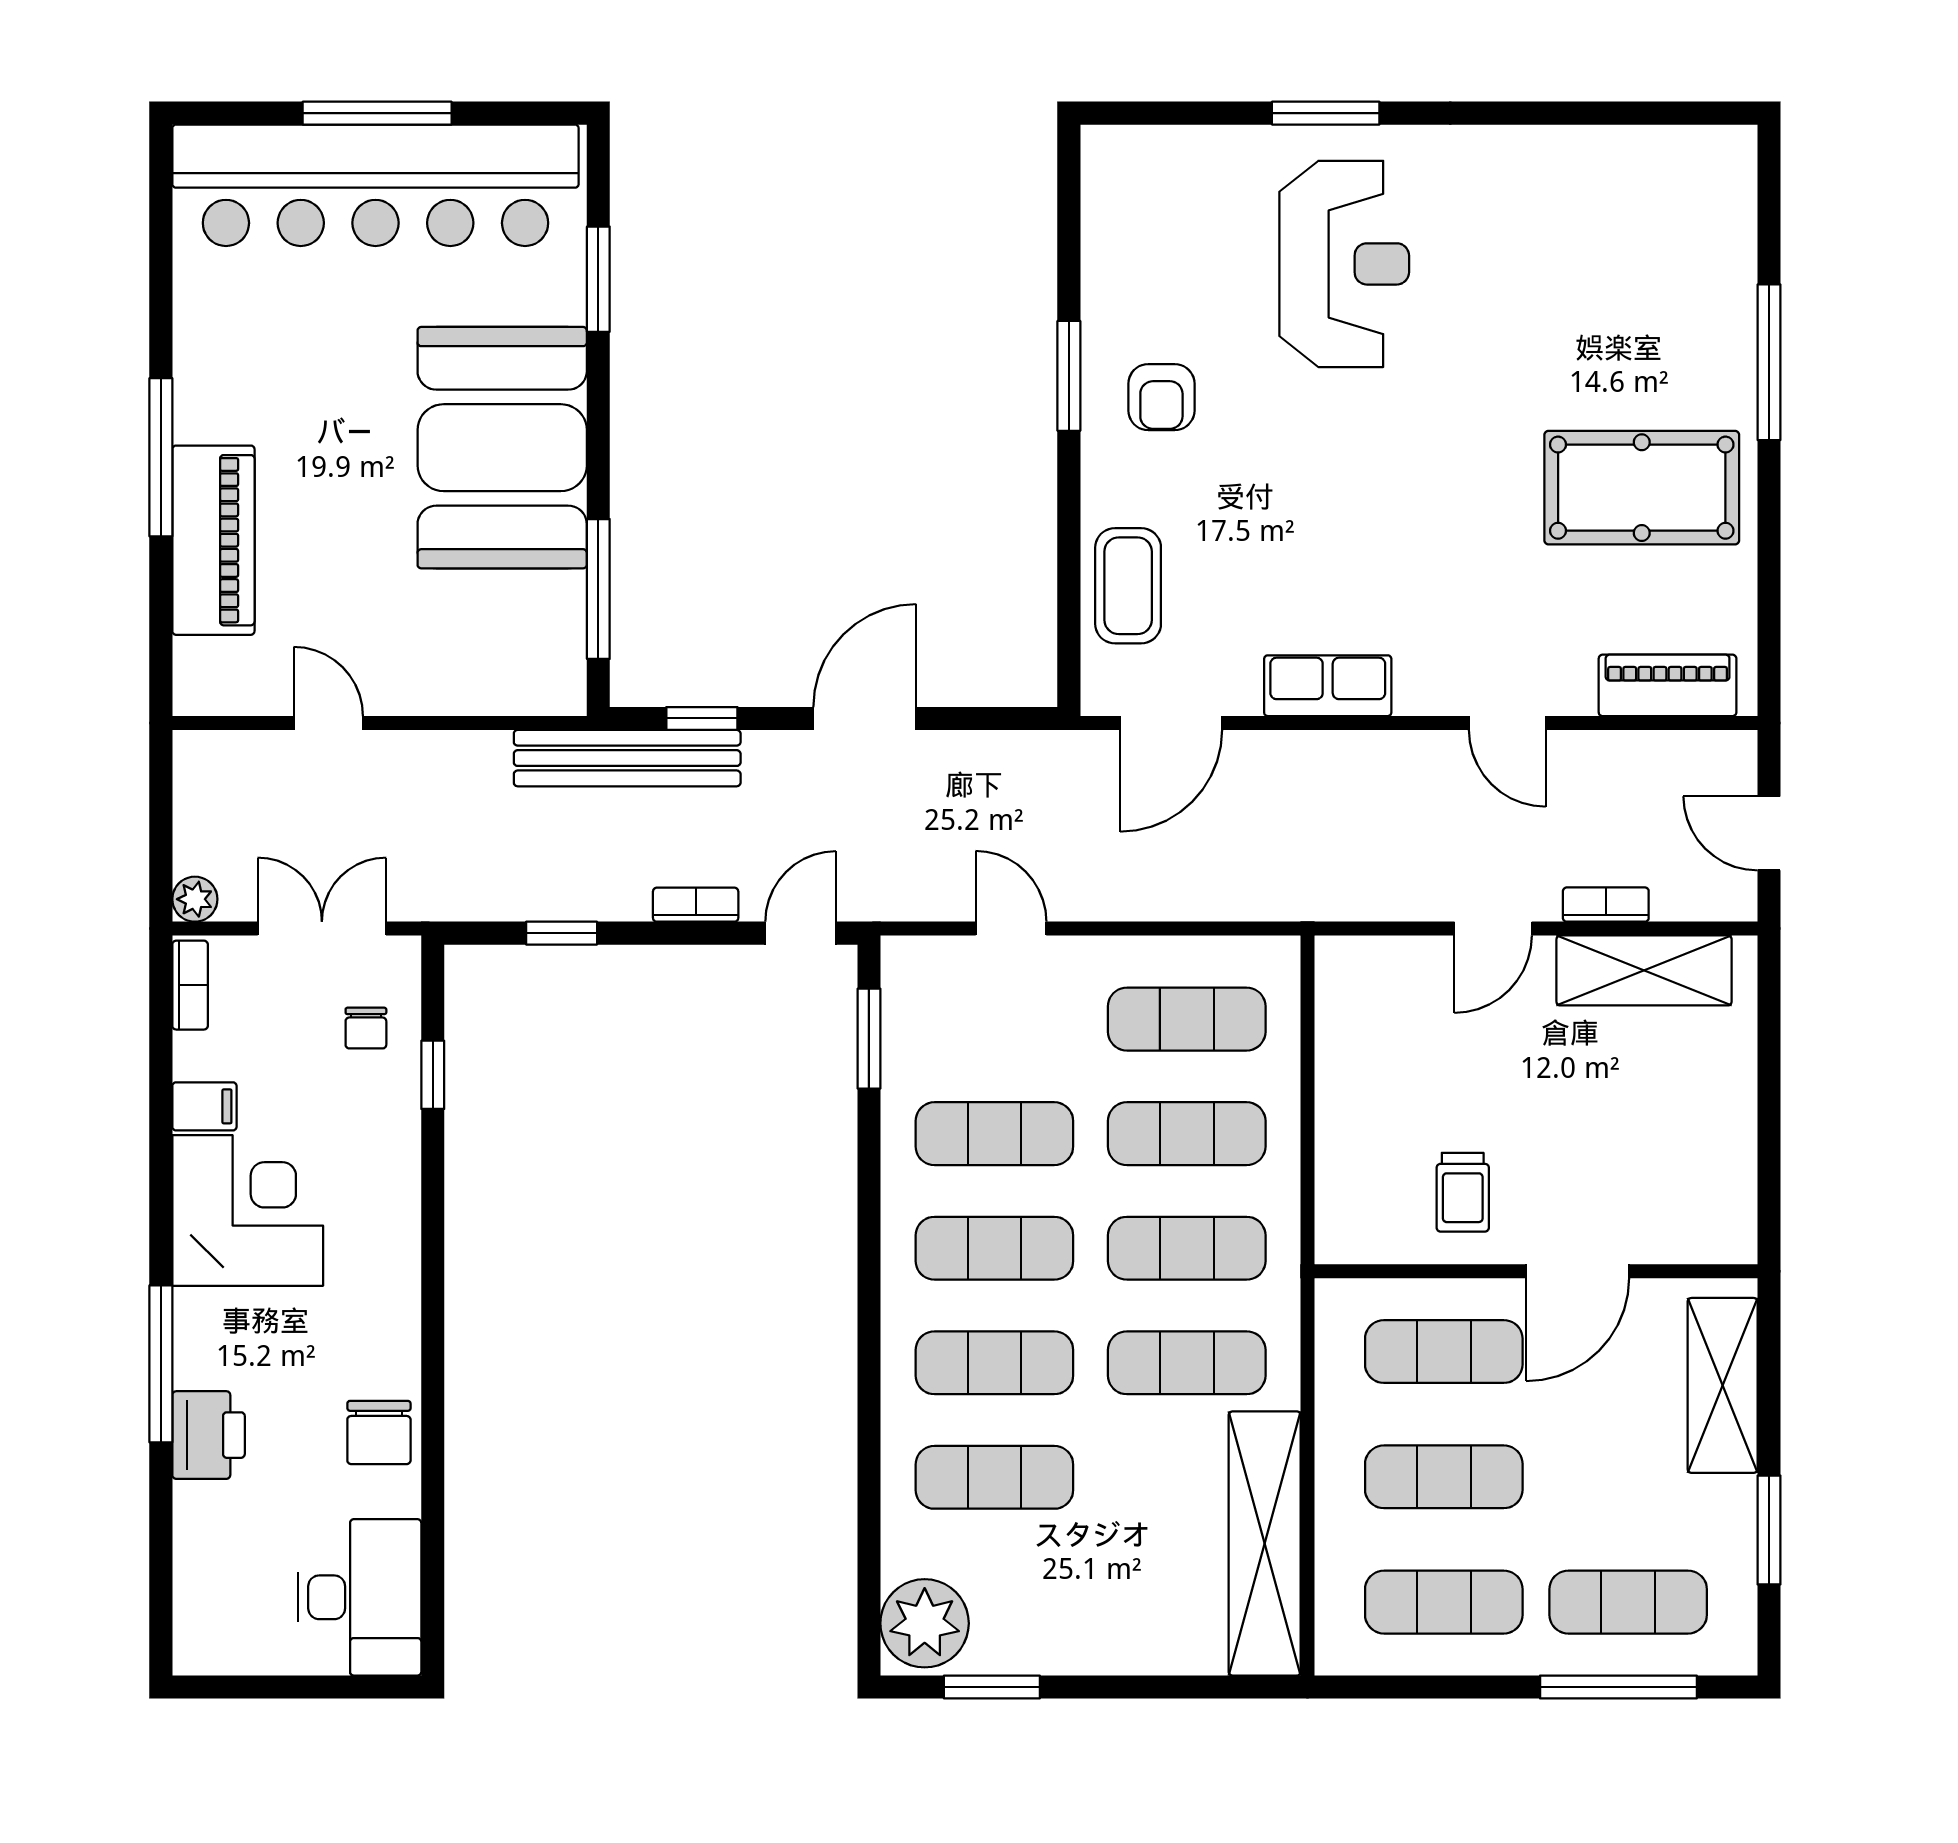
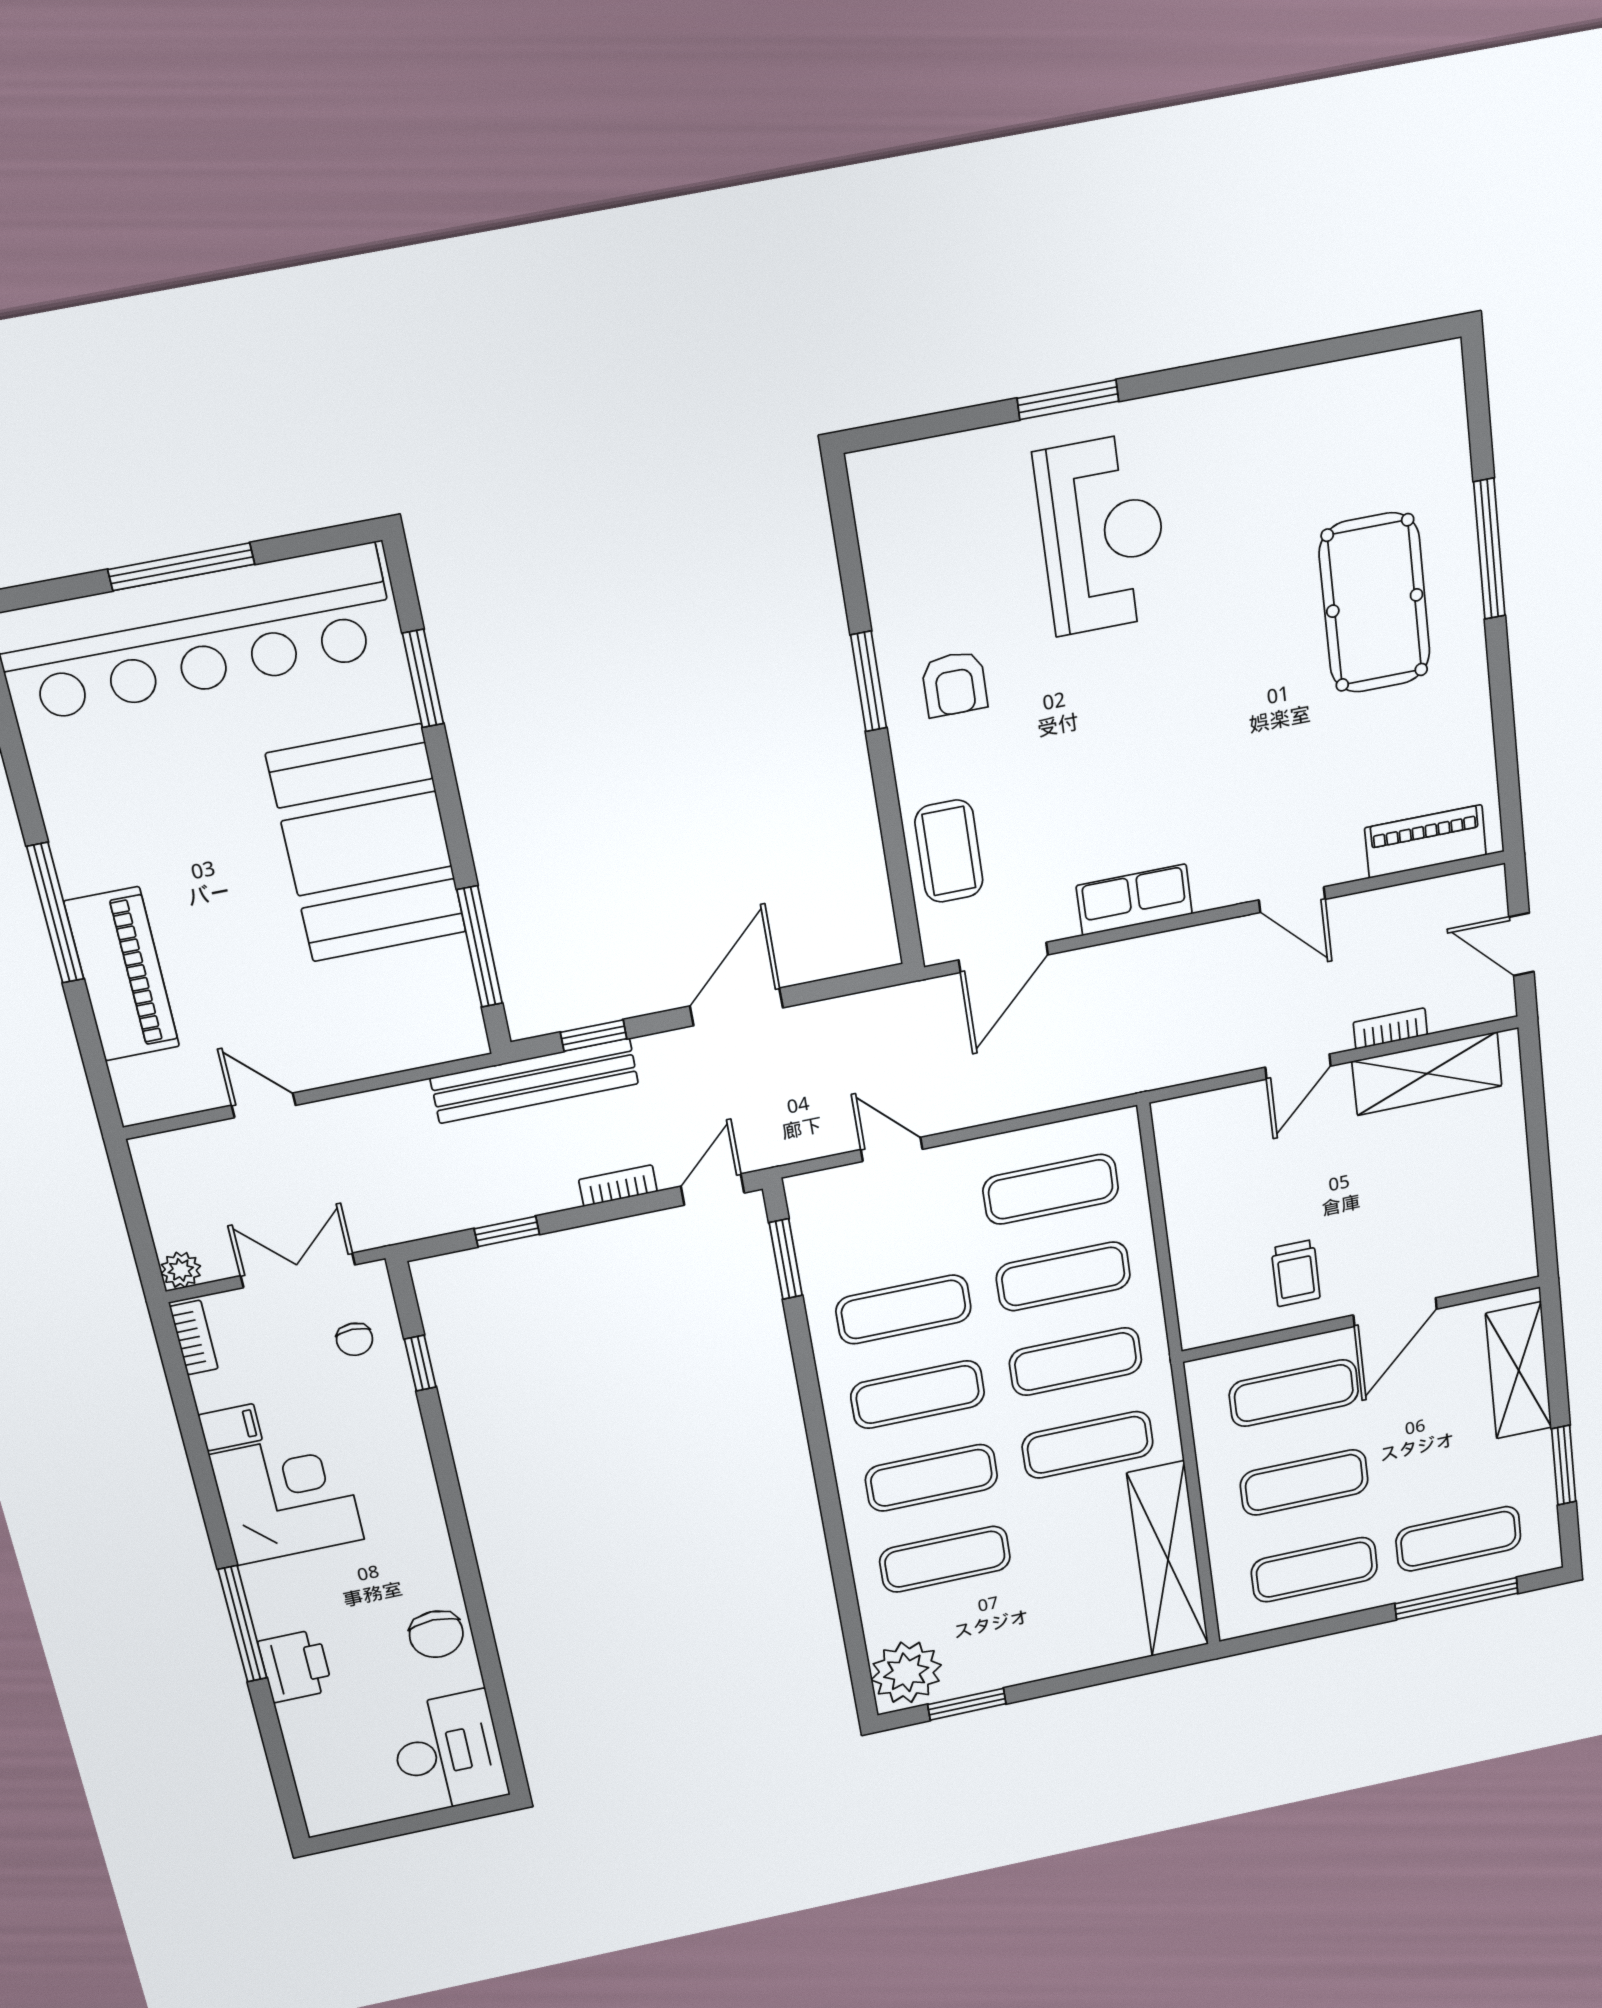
pool table: (1642, 488) -> (1375, 603), moved, turned 90

